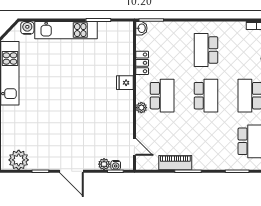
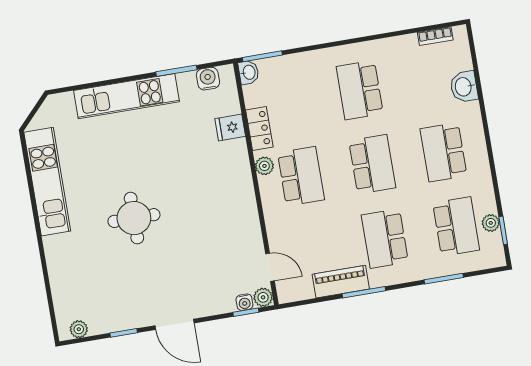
water cooler: (27, 28) -> (208, 79), moved
fridge: (125, 83) -> (230, 127), moved
round table: (58, 104) -> (134, 218), added
plant: (141, 108) -> (264, 166), moved
school desk: (206, 141) -> (385, 238), added
plant: (19, 160) -> (79, 329), width x0.53, depth x0.53
plant: (104, 164) -> (263, 297), moved

